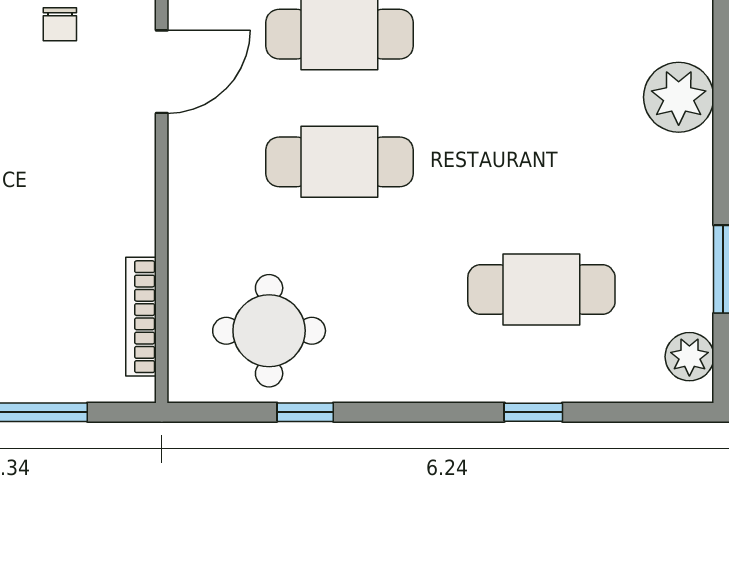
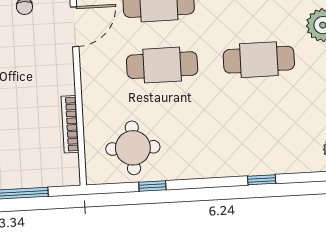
cafe table: (541, 290) -> (259, 60), moved
bookcase: (141, 317) -> (70, 124), moved

